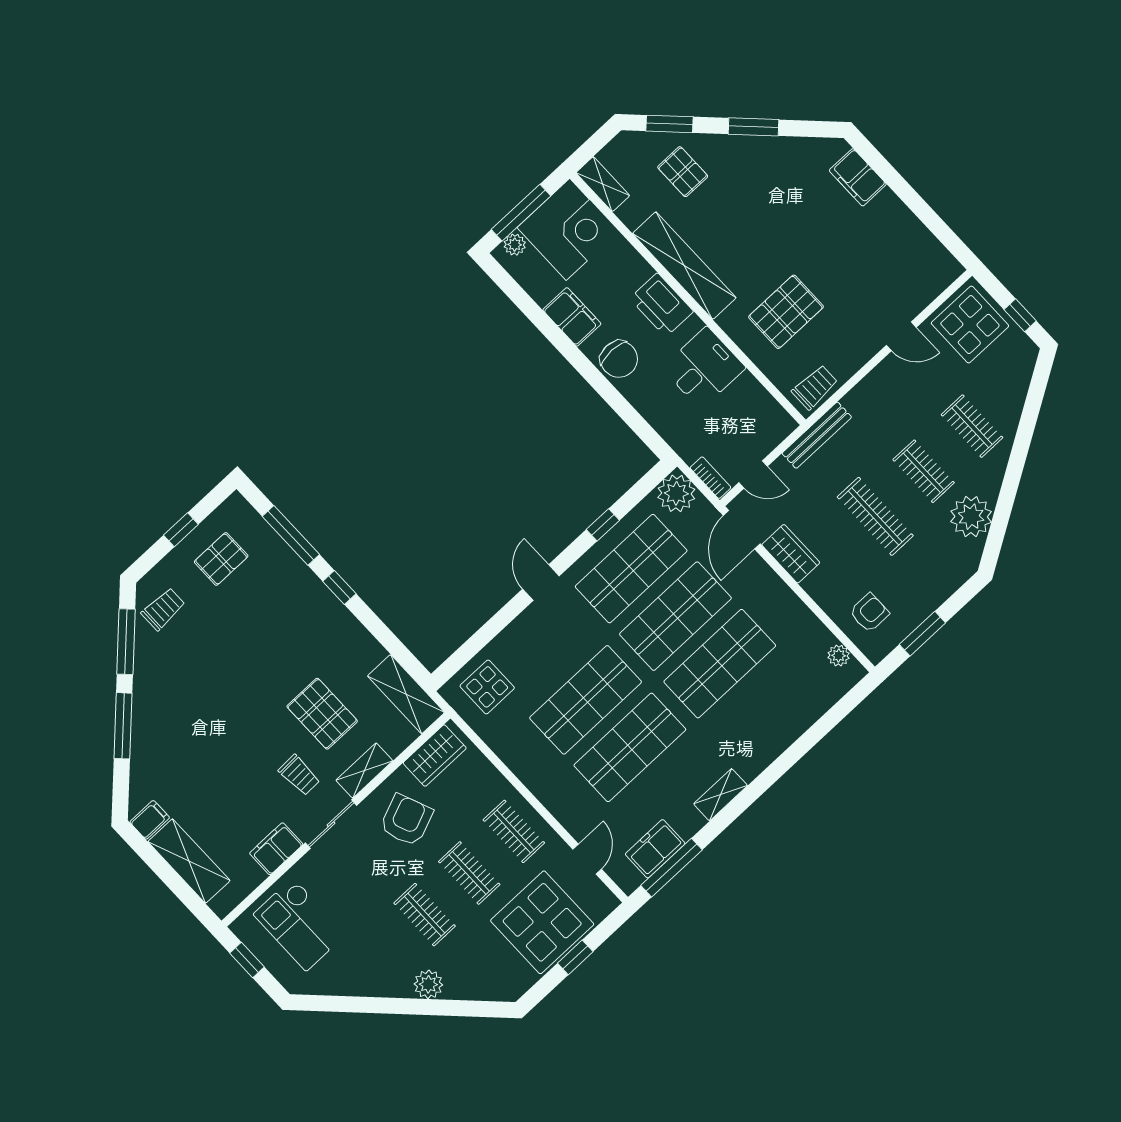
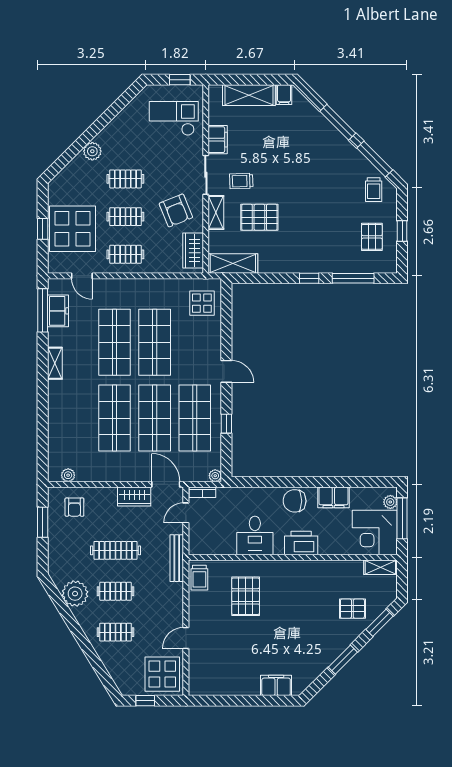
shelving: (684, 266) -> (309, 570), removed
plant: (676, 493) -> (215, 476), width x0.53, depth x0.53

